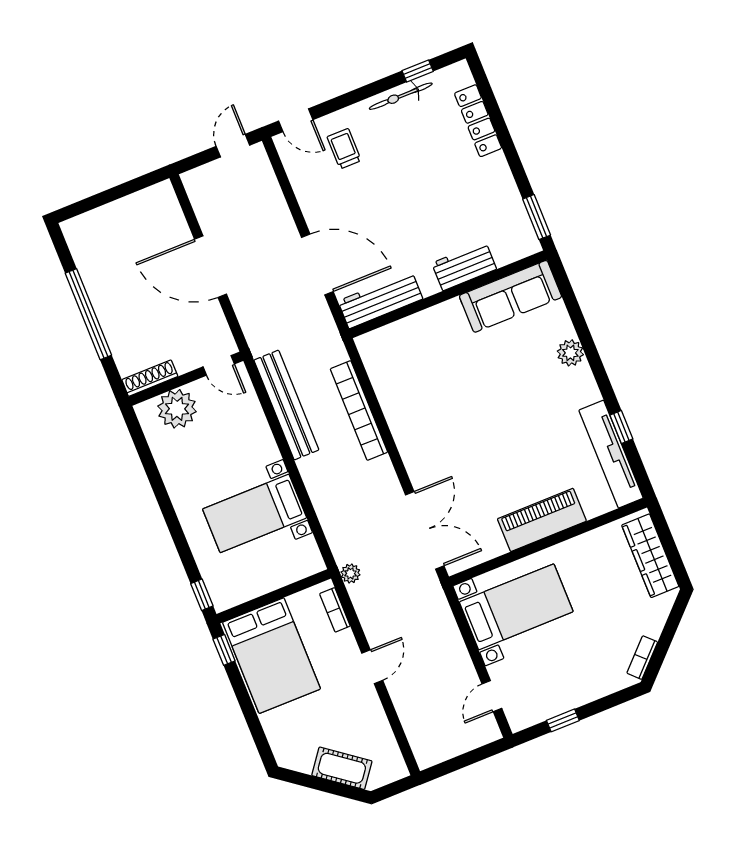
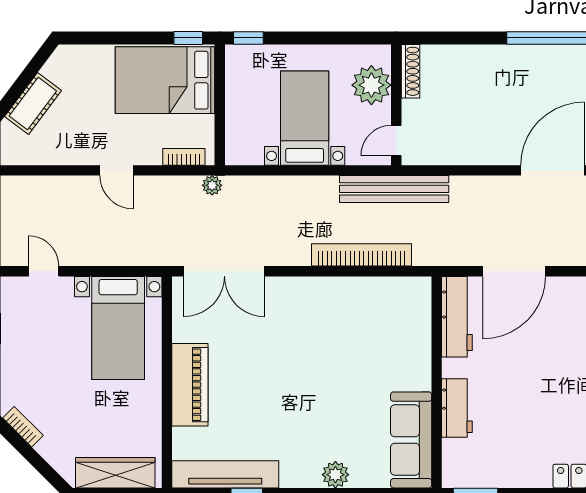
door: (219, 365) -> (396, 141), moved
shoe rack: (150, 378) -> (410, 71), moved
wall: (186, 379) -> (396, 105), moved
plant: (177, 409) -> (371, 85), moved

